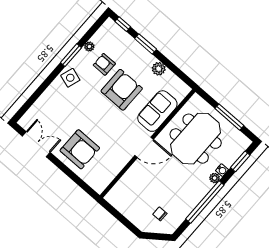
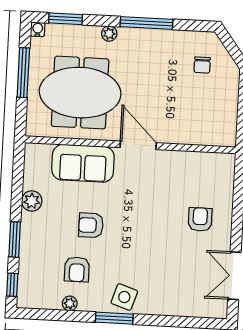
window: (71, 55) -> (114, 318), moved
armchair: (122, 90) -> (91, 225), width x0.53, depth x0.53
armchair: (80, 149) -> (200, 219), width x0.53, depth x0.53
water cooler: (222, 170) -> (38, 29), moved
window: (205, 202) -> (146, 23), width x0.68

